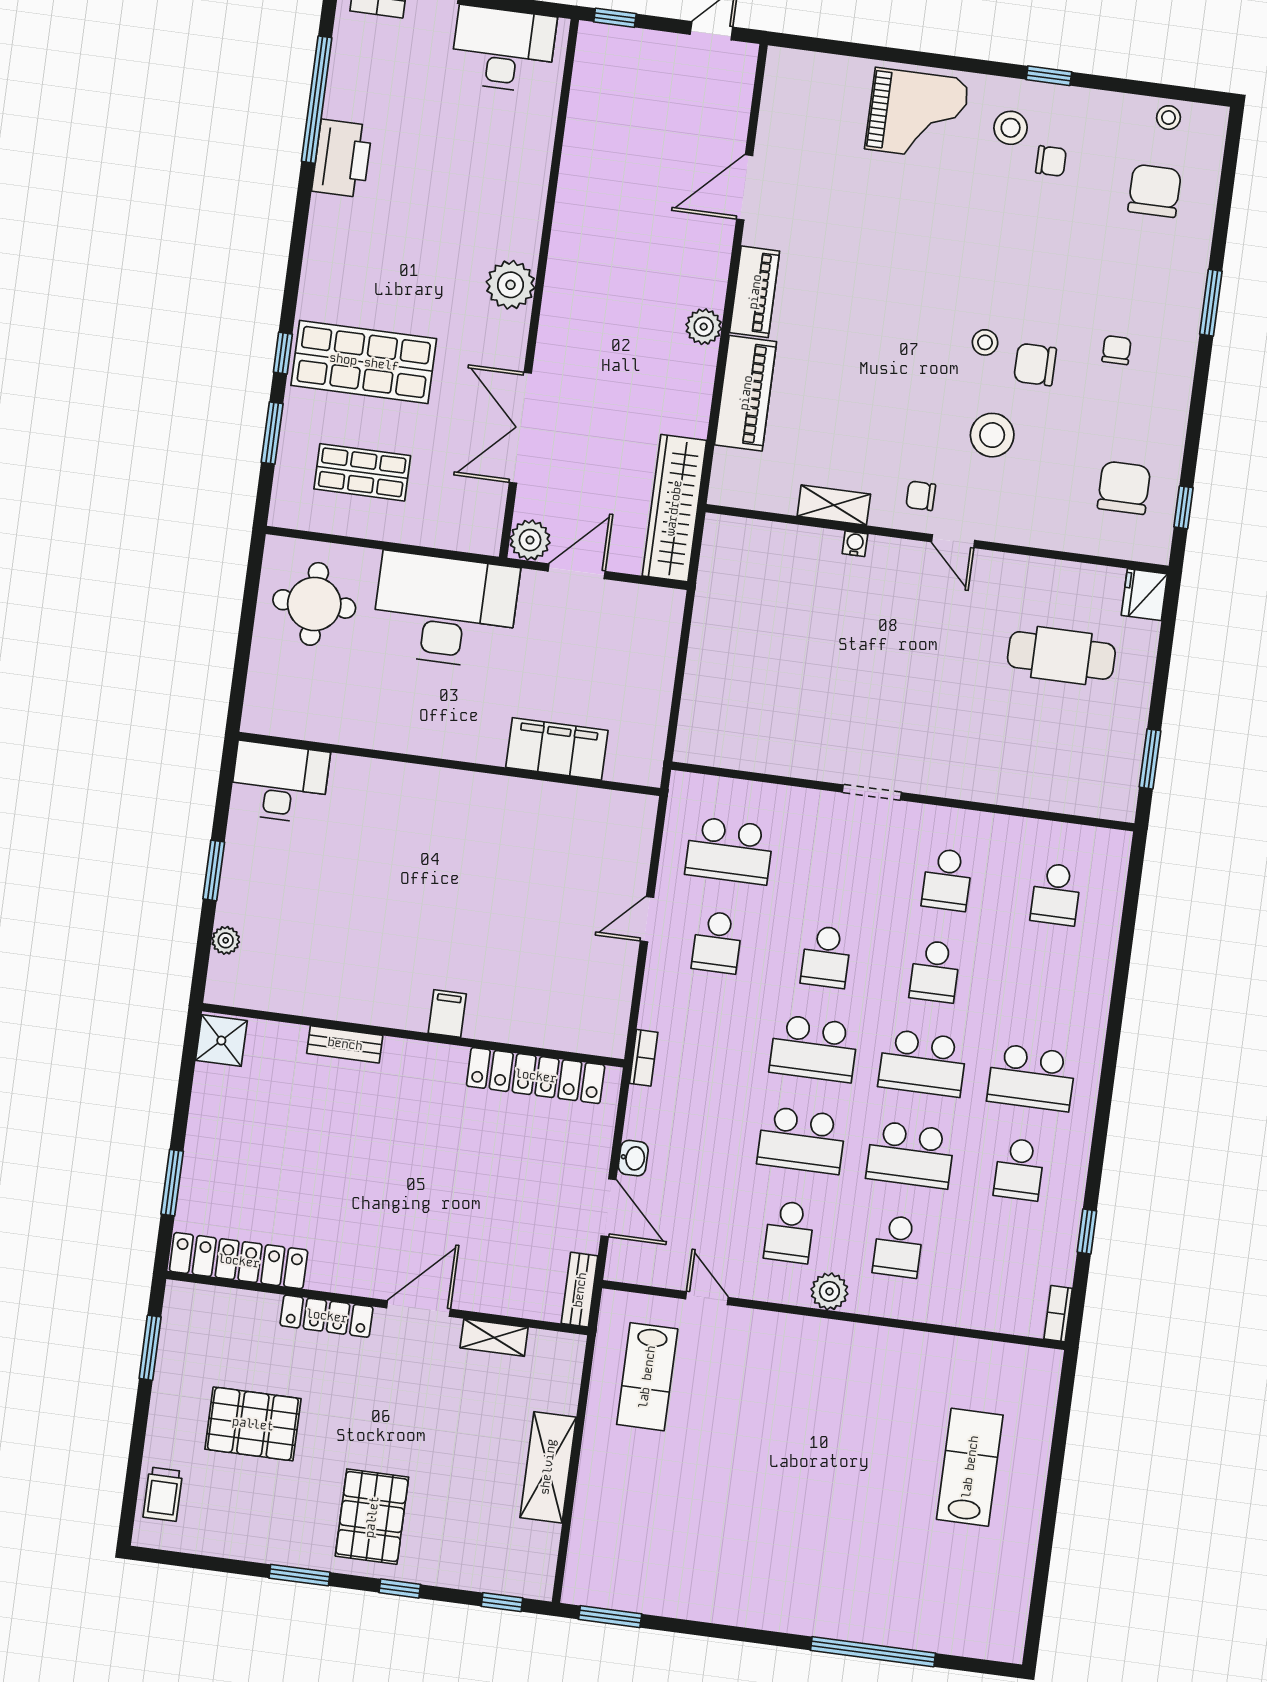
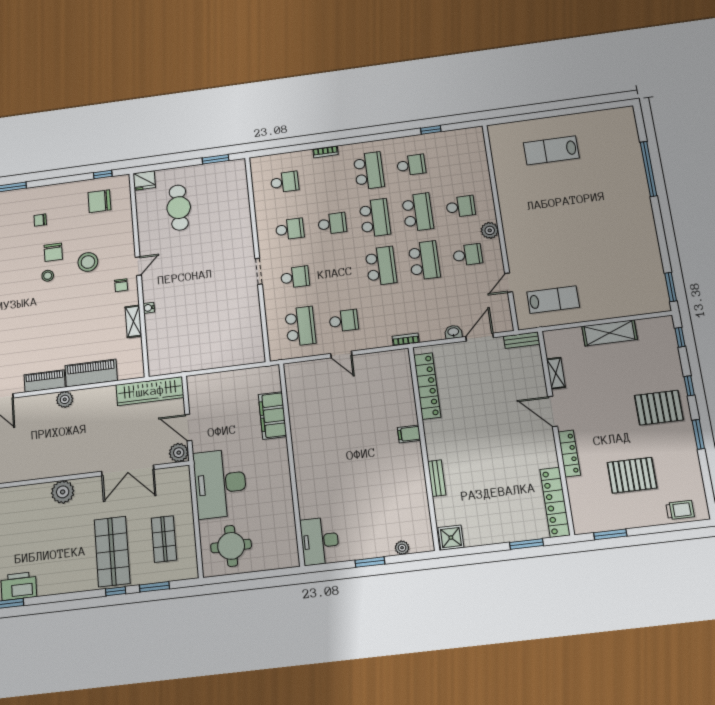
school desk: (826, 957) -> (295, 277), moved
bookcase: (1058, 1314) -> (325, 152), moved
pallet: (253, 1424) -> (632, 475), turned 90

